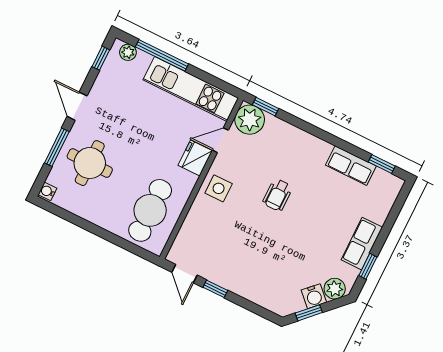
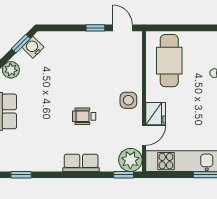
row of seats: (351, 166) -> (81, 163), moved
wheelchair: (278, 195) -> (84, 116), turned -90
water cooler: (314, 296) -> (33, 47), moved

